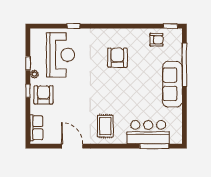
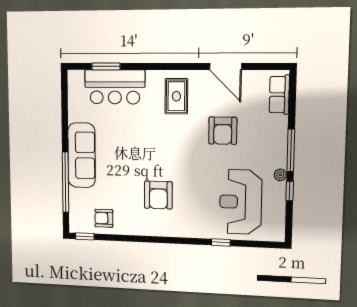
window: (28, 91) -> (291, 150), width x2.17
armchair: (44, 95) -> (223, 131), moved
window: (154, 146) -> (106, 66), width x0.69

